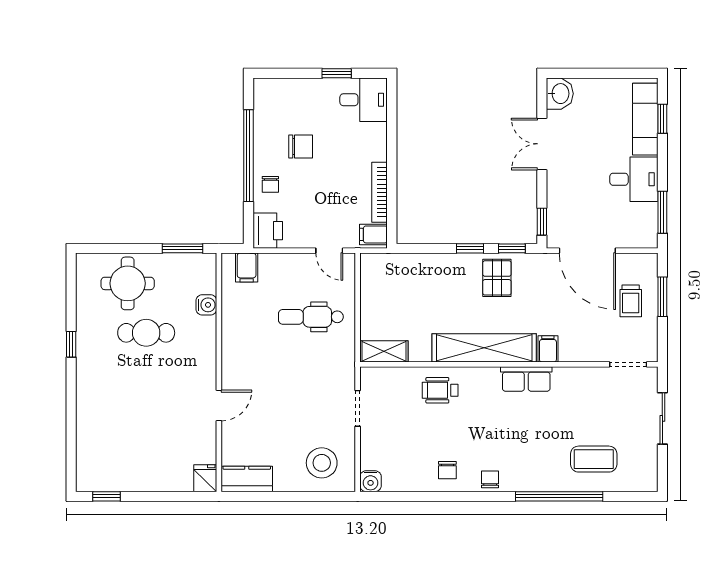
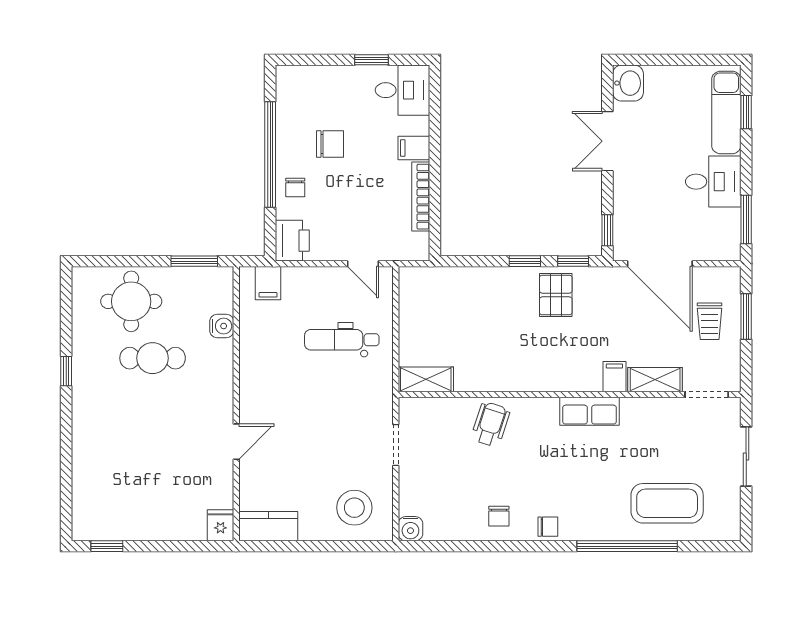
filing cabinet: (373, 234) -> (414, 148), moved
shelving: (484, 348) -> (655, 380), moved, width x0.45, depth x0.75
wheelchair: (440, 390) -> (491, 424), turned 108
coffee table: (594, 459) -> (667, 503), width x1.36, depth x1.32
chair: (490, 479) -> (548, 527), turned 90

